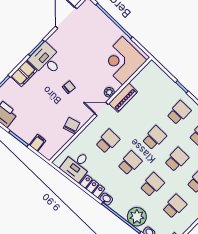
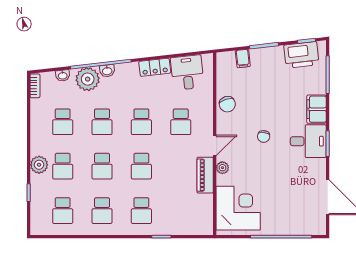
washbasin: (106, 199) -> (107, 71), moved

